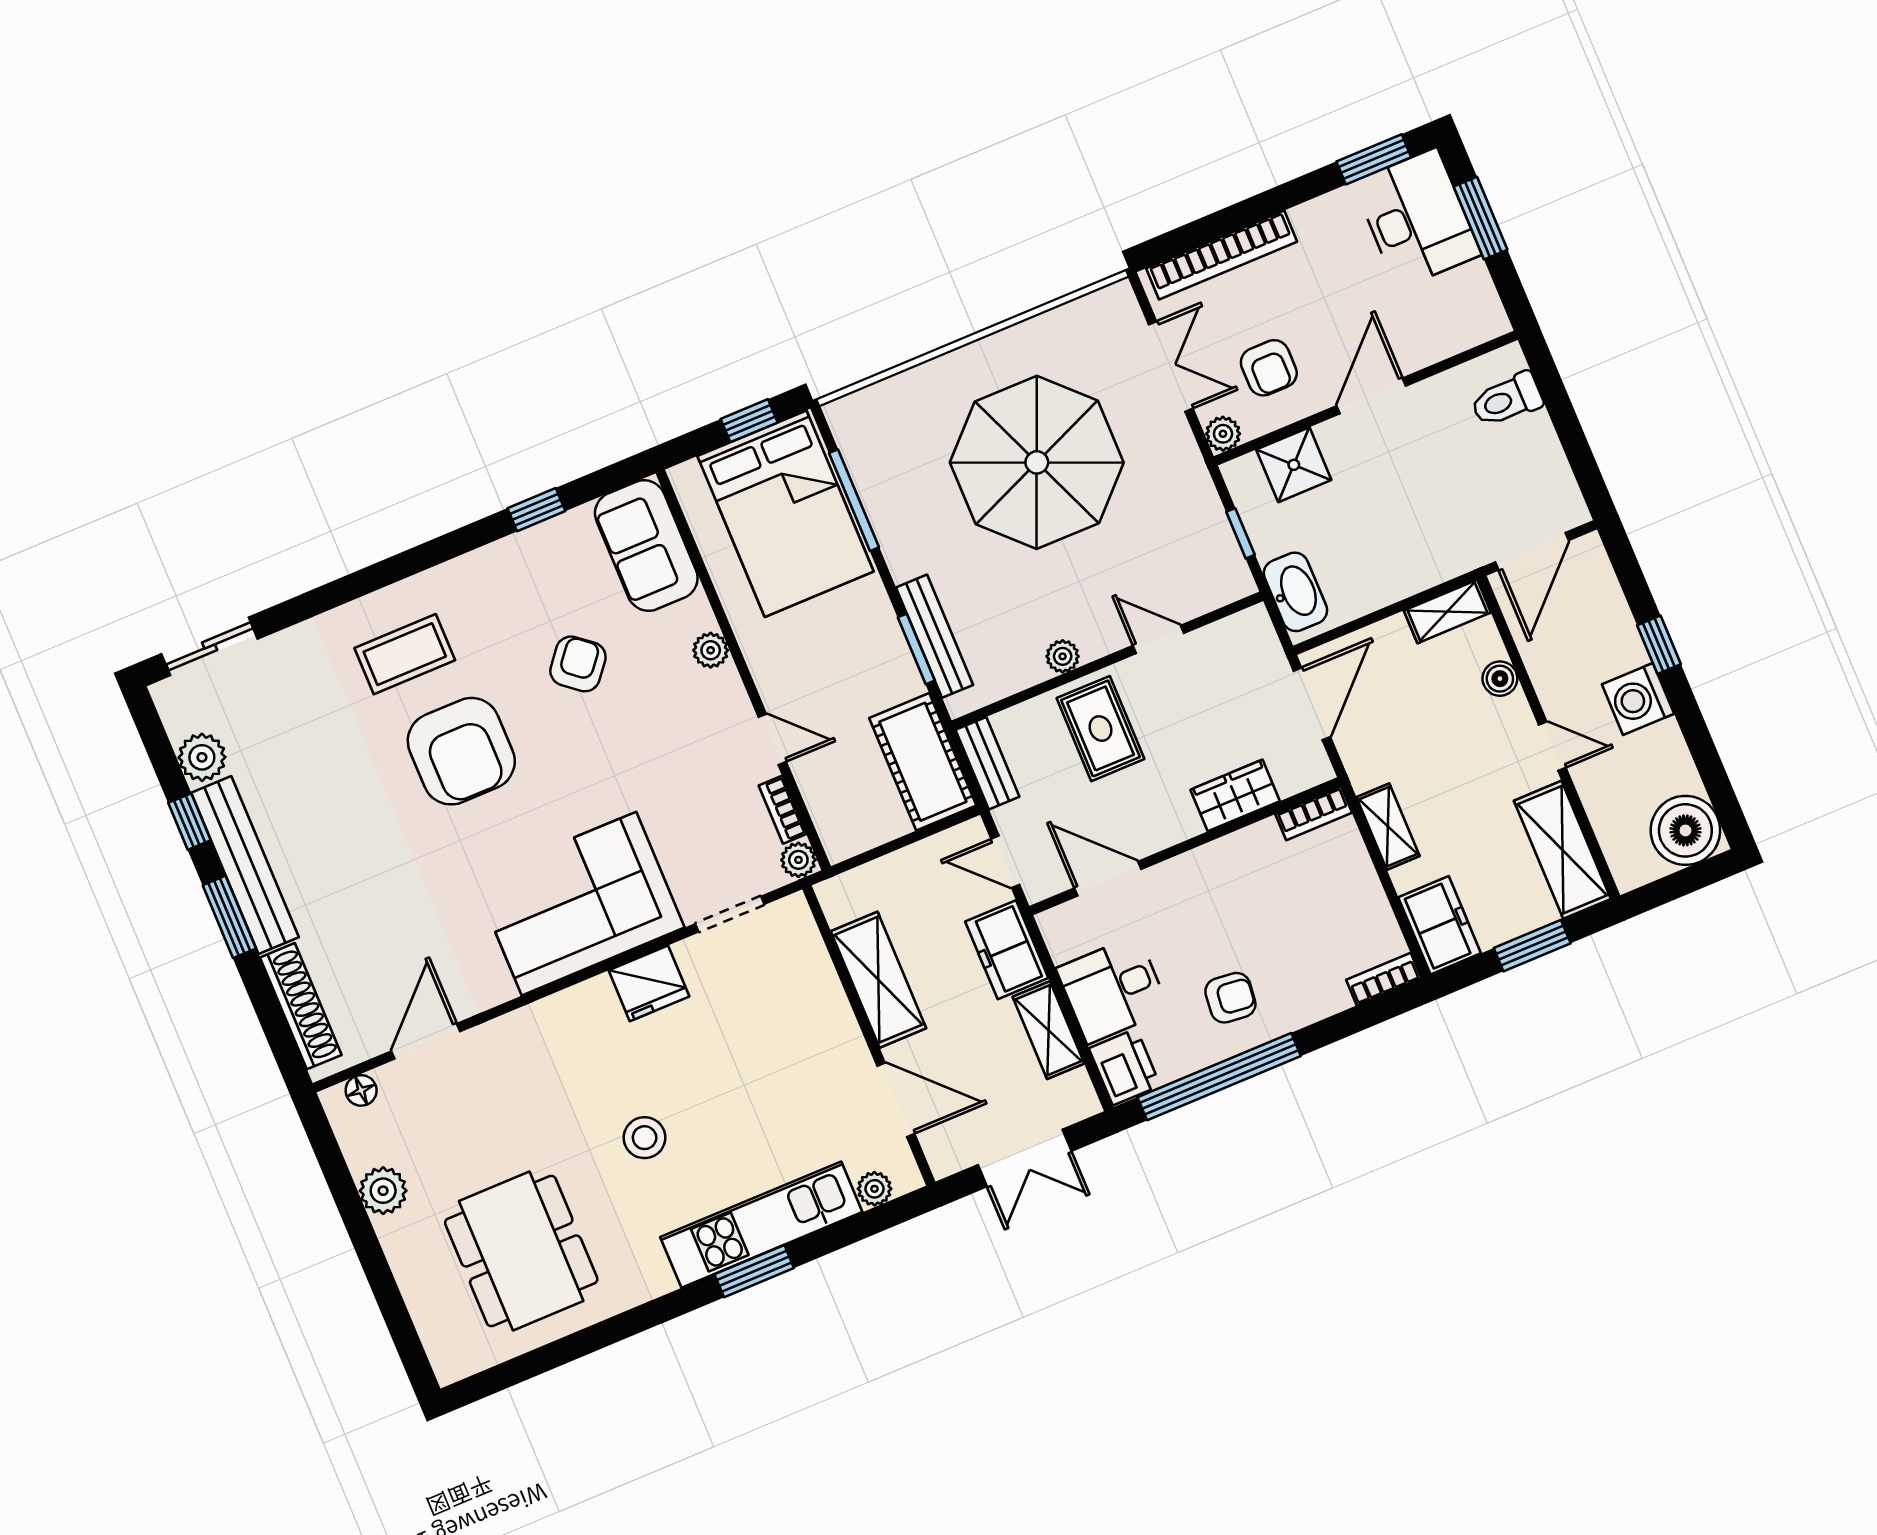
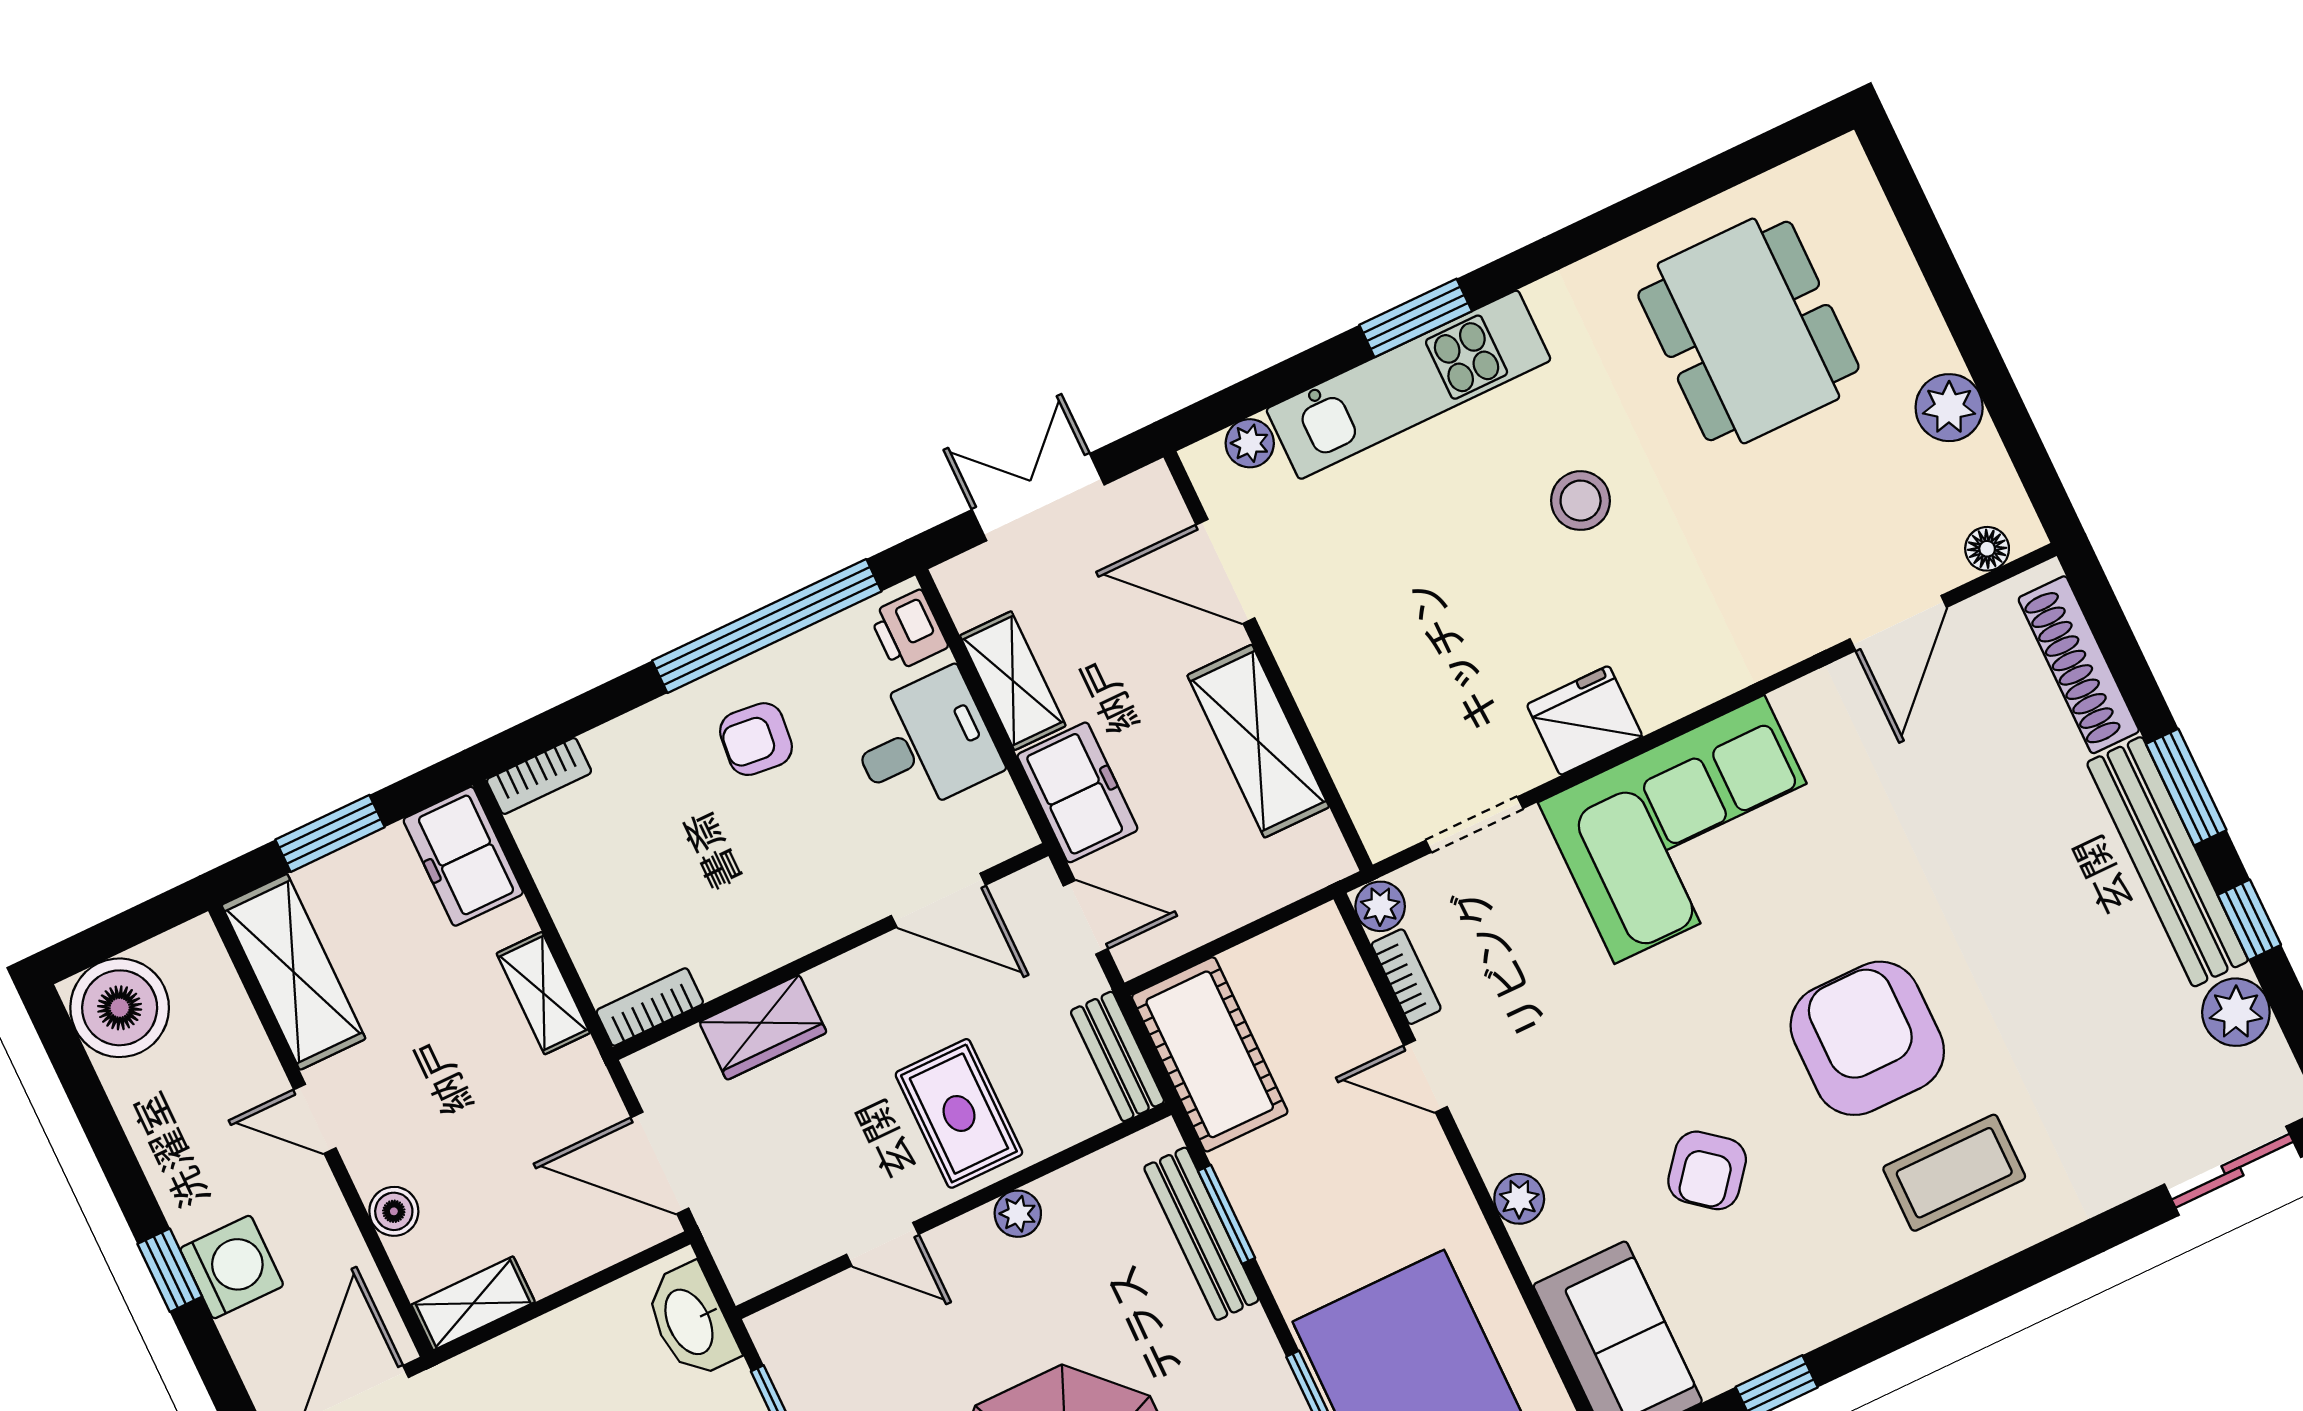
washing machine: (1638, 699) -> (232, 1267), moved
door: (1312, 704) -> (660, 1163), hinge flipped
printer: (1125, 1067) -> (908, 630), width x0.73, depth x0.81

